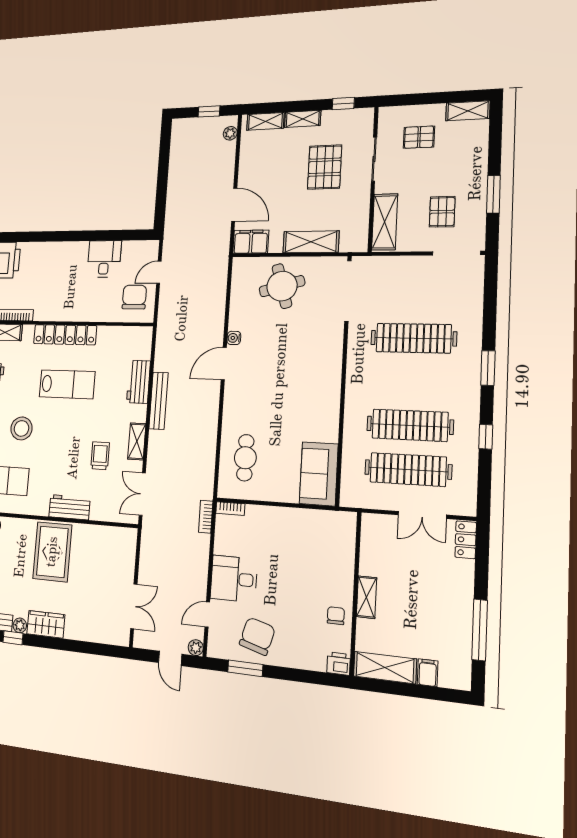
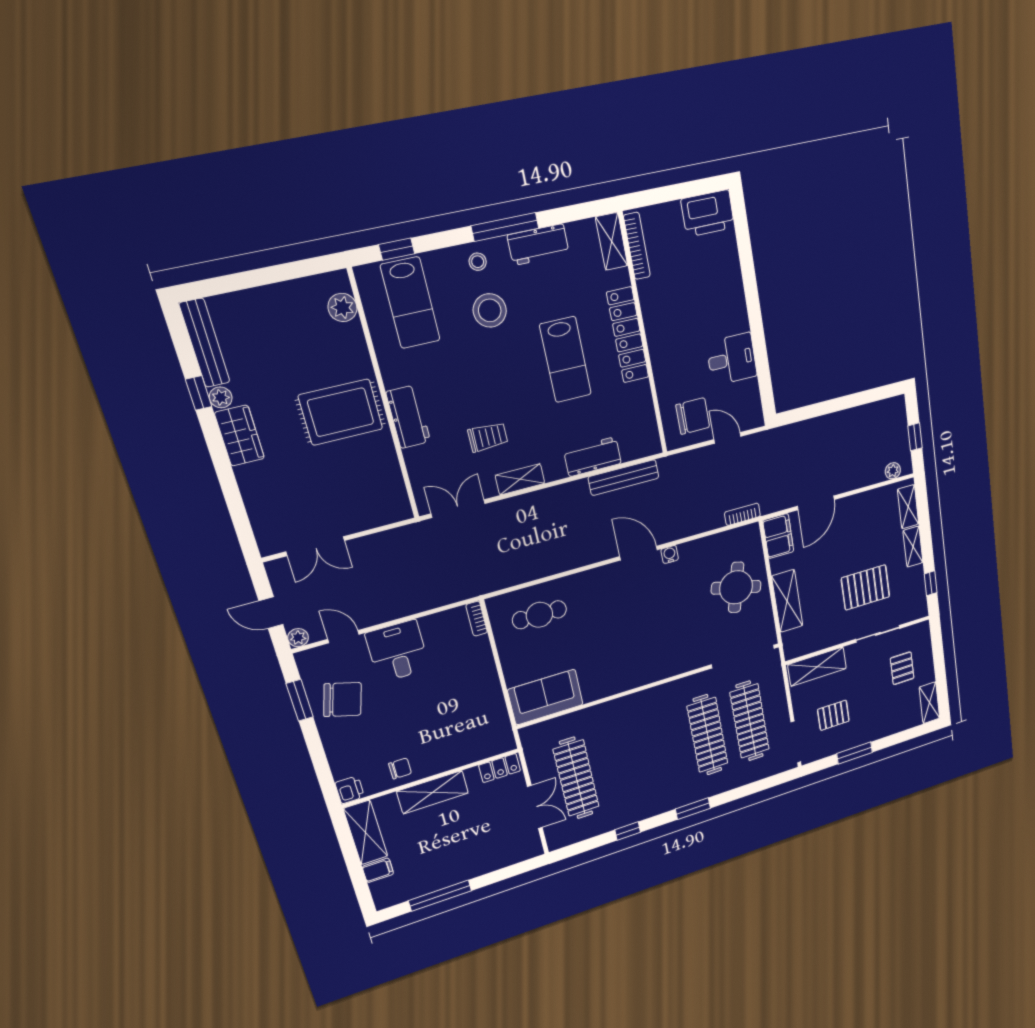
round table: (282, 286) -> (736, 587), turned 30
bench: (159, 401) -> (624, 478), moved
clothes rail: (410, 425) -> (750, 721), moved
double door: (422, 515) -> (535, 807), swing flipped
bookcase: (206, 517) -> (742, 514), moved
locker: (466, 540) -> (500, 768), moved, turned 180
shelving: (366, 597) -> (433, 792), width x1.50, depth x1.33
door: (170, 658) -> (271, 613), hinge flipped

